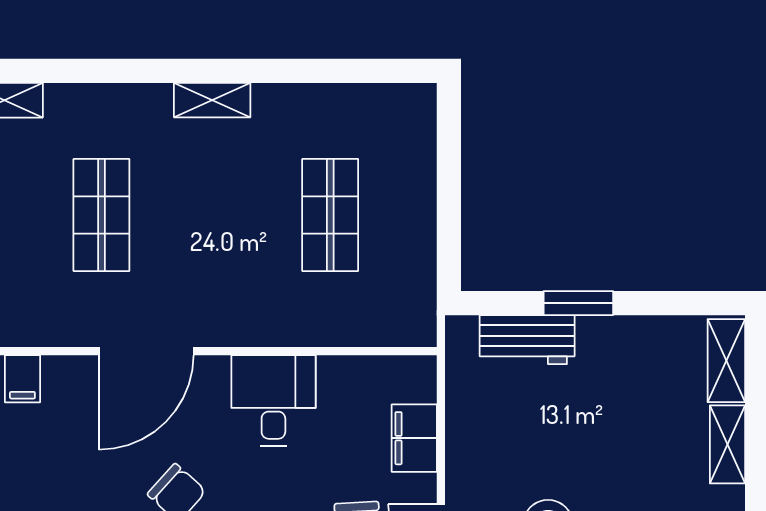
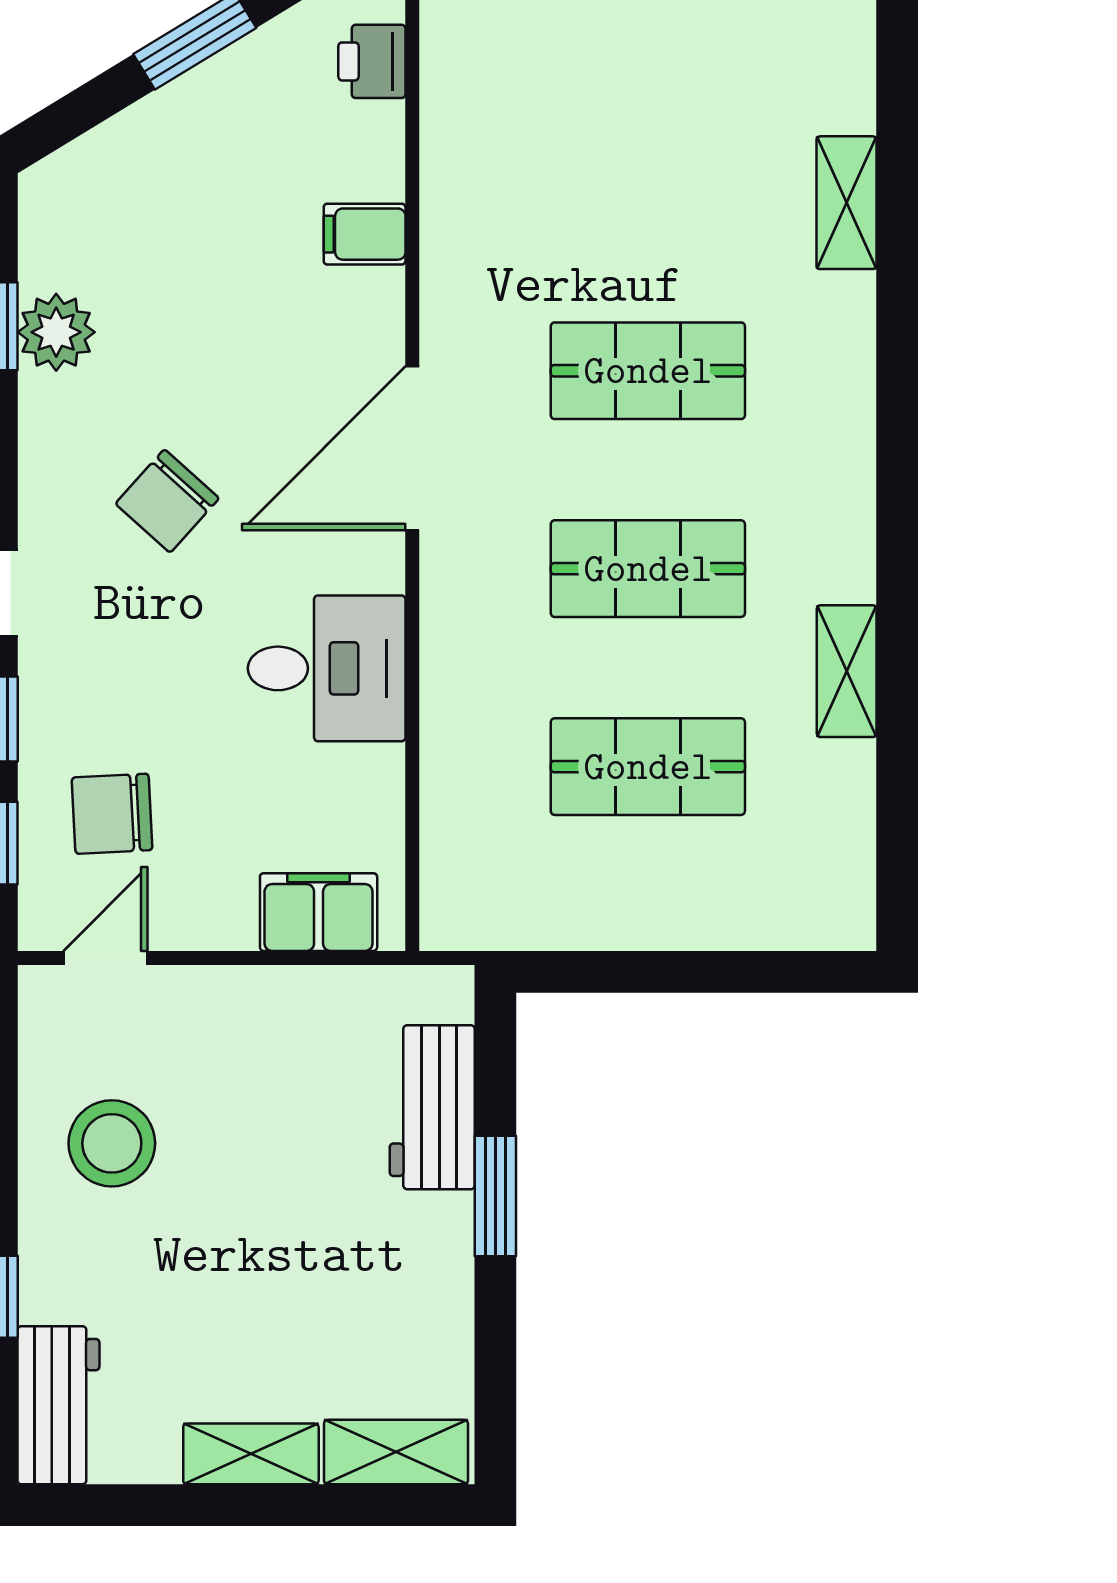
shelving: (212, 100) -> (847, 671), moved
shop shelf: (216, 215) -> (648, 569), added
door: (146, 351) -> (412, 448), hinge flipped
filing cabinet: (414, 438) -> (319, 912), moved

